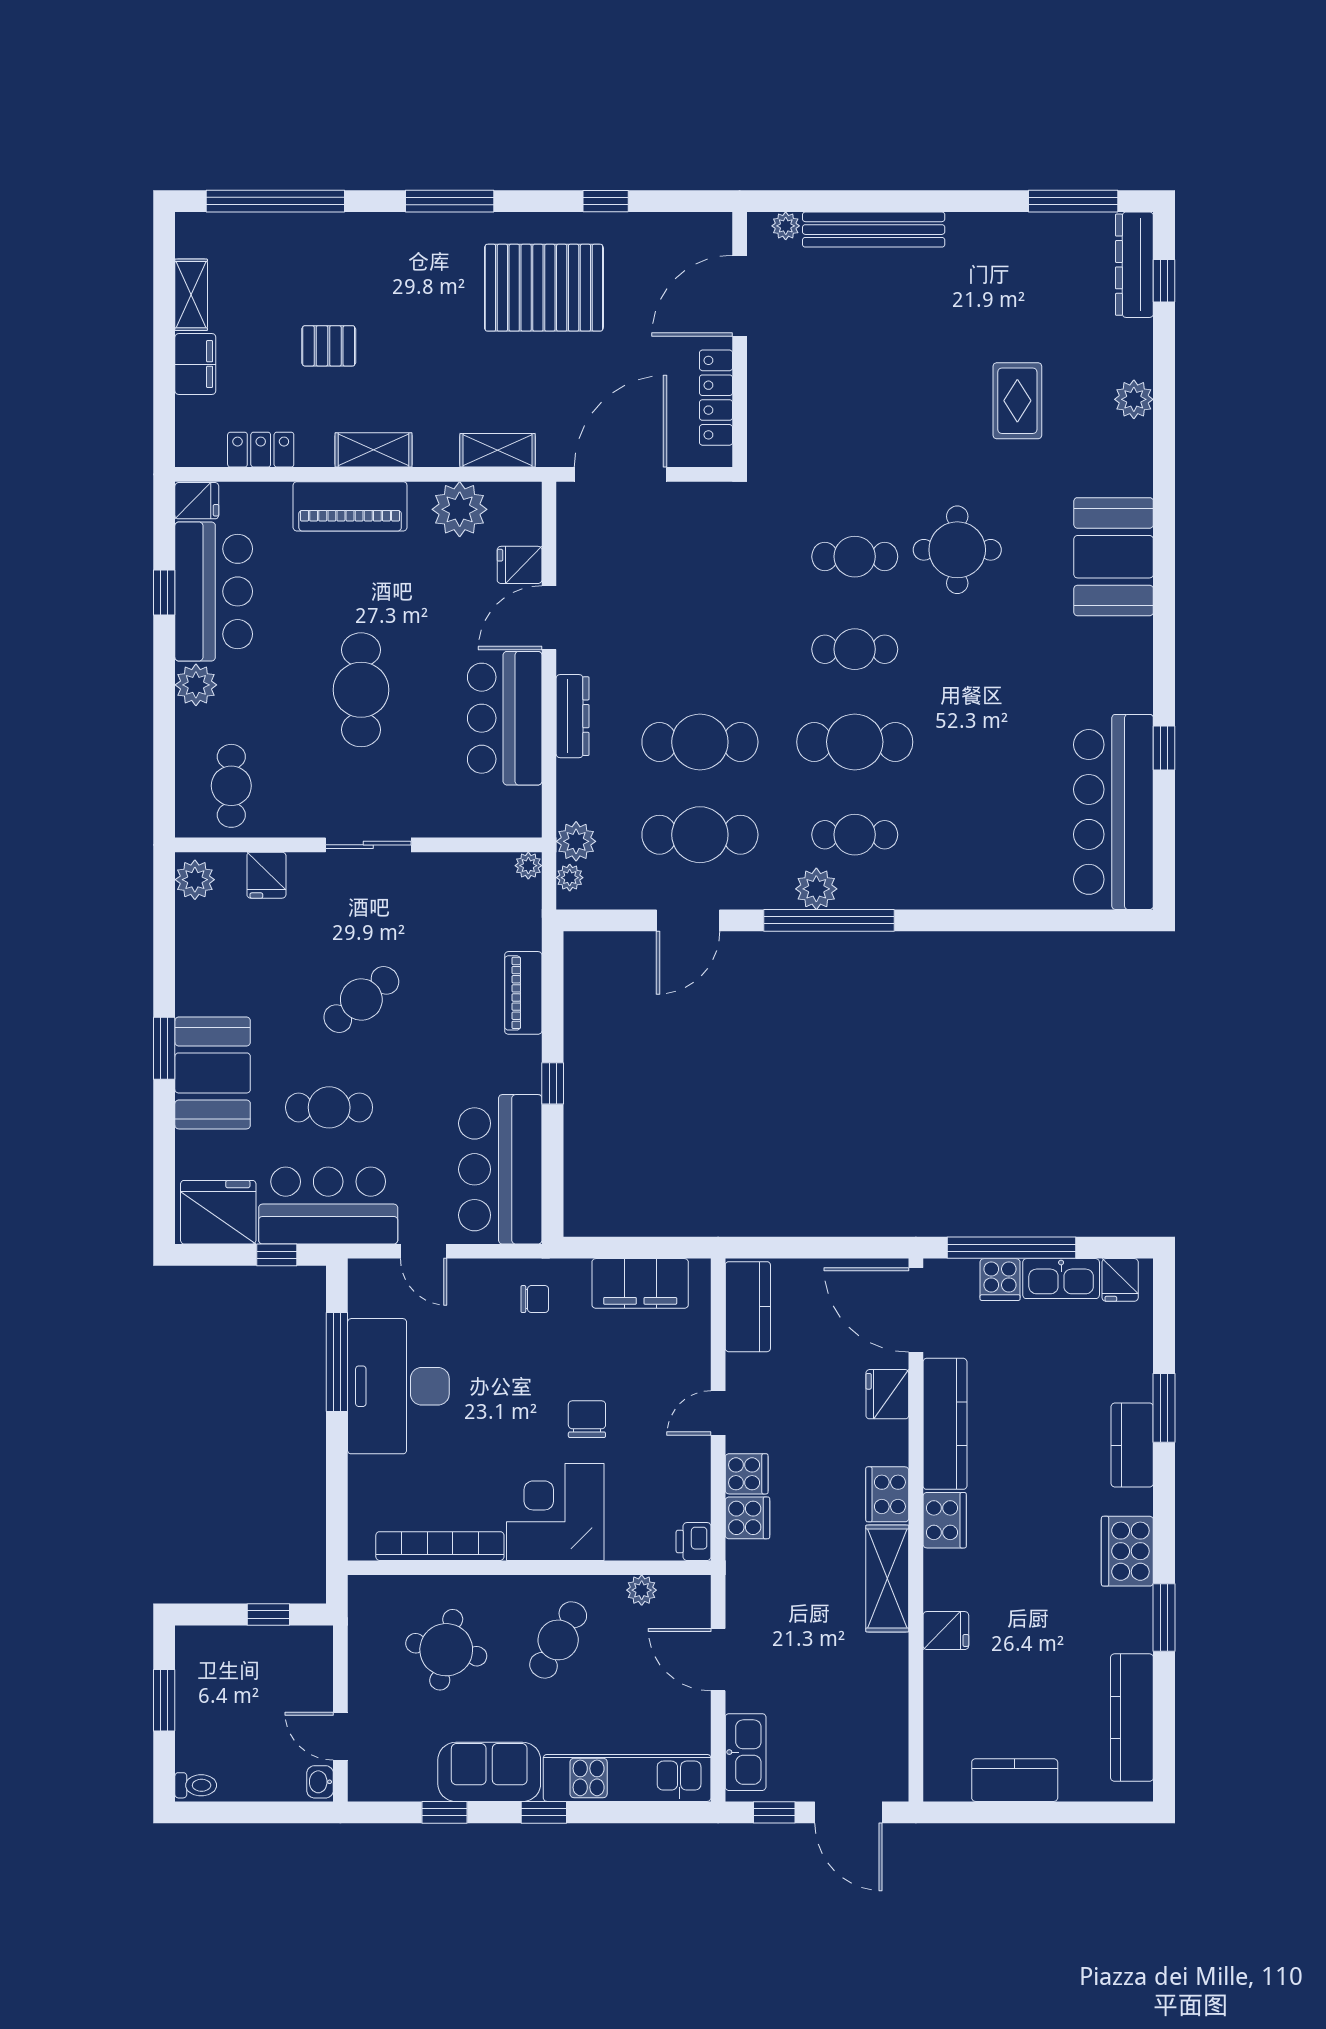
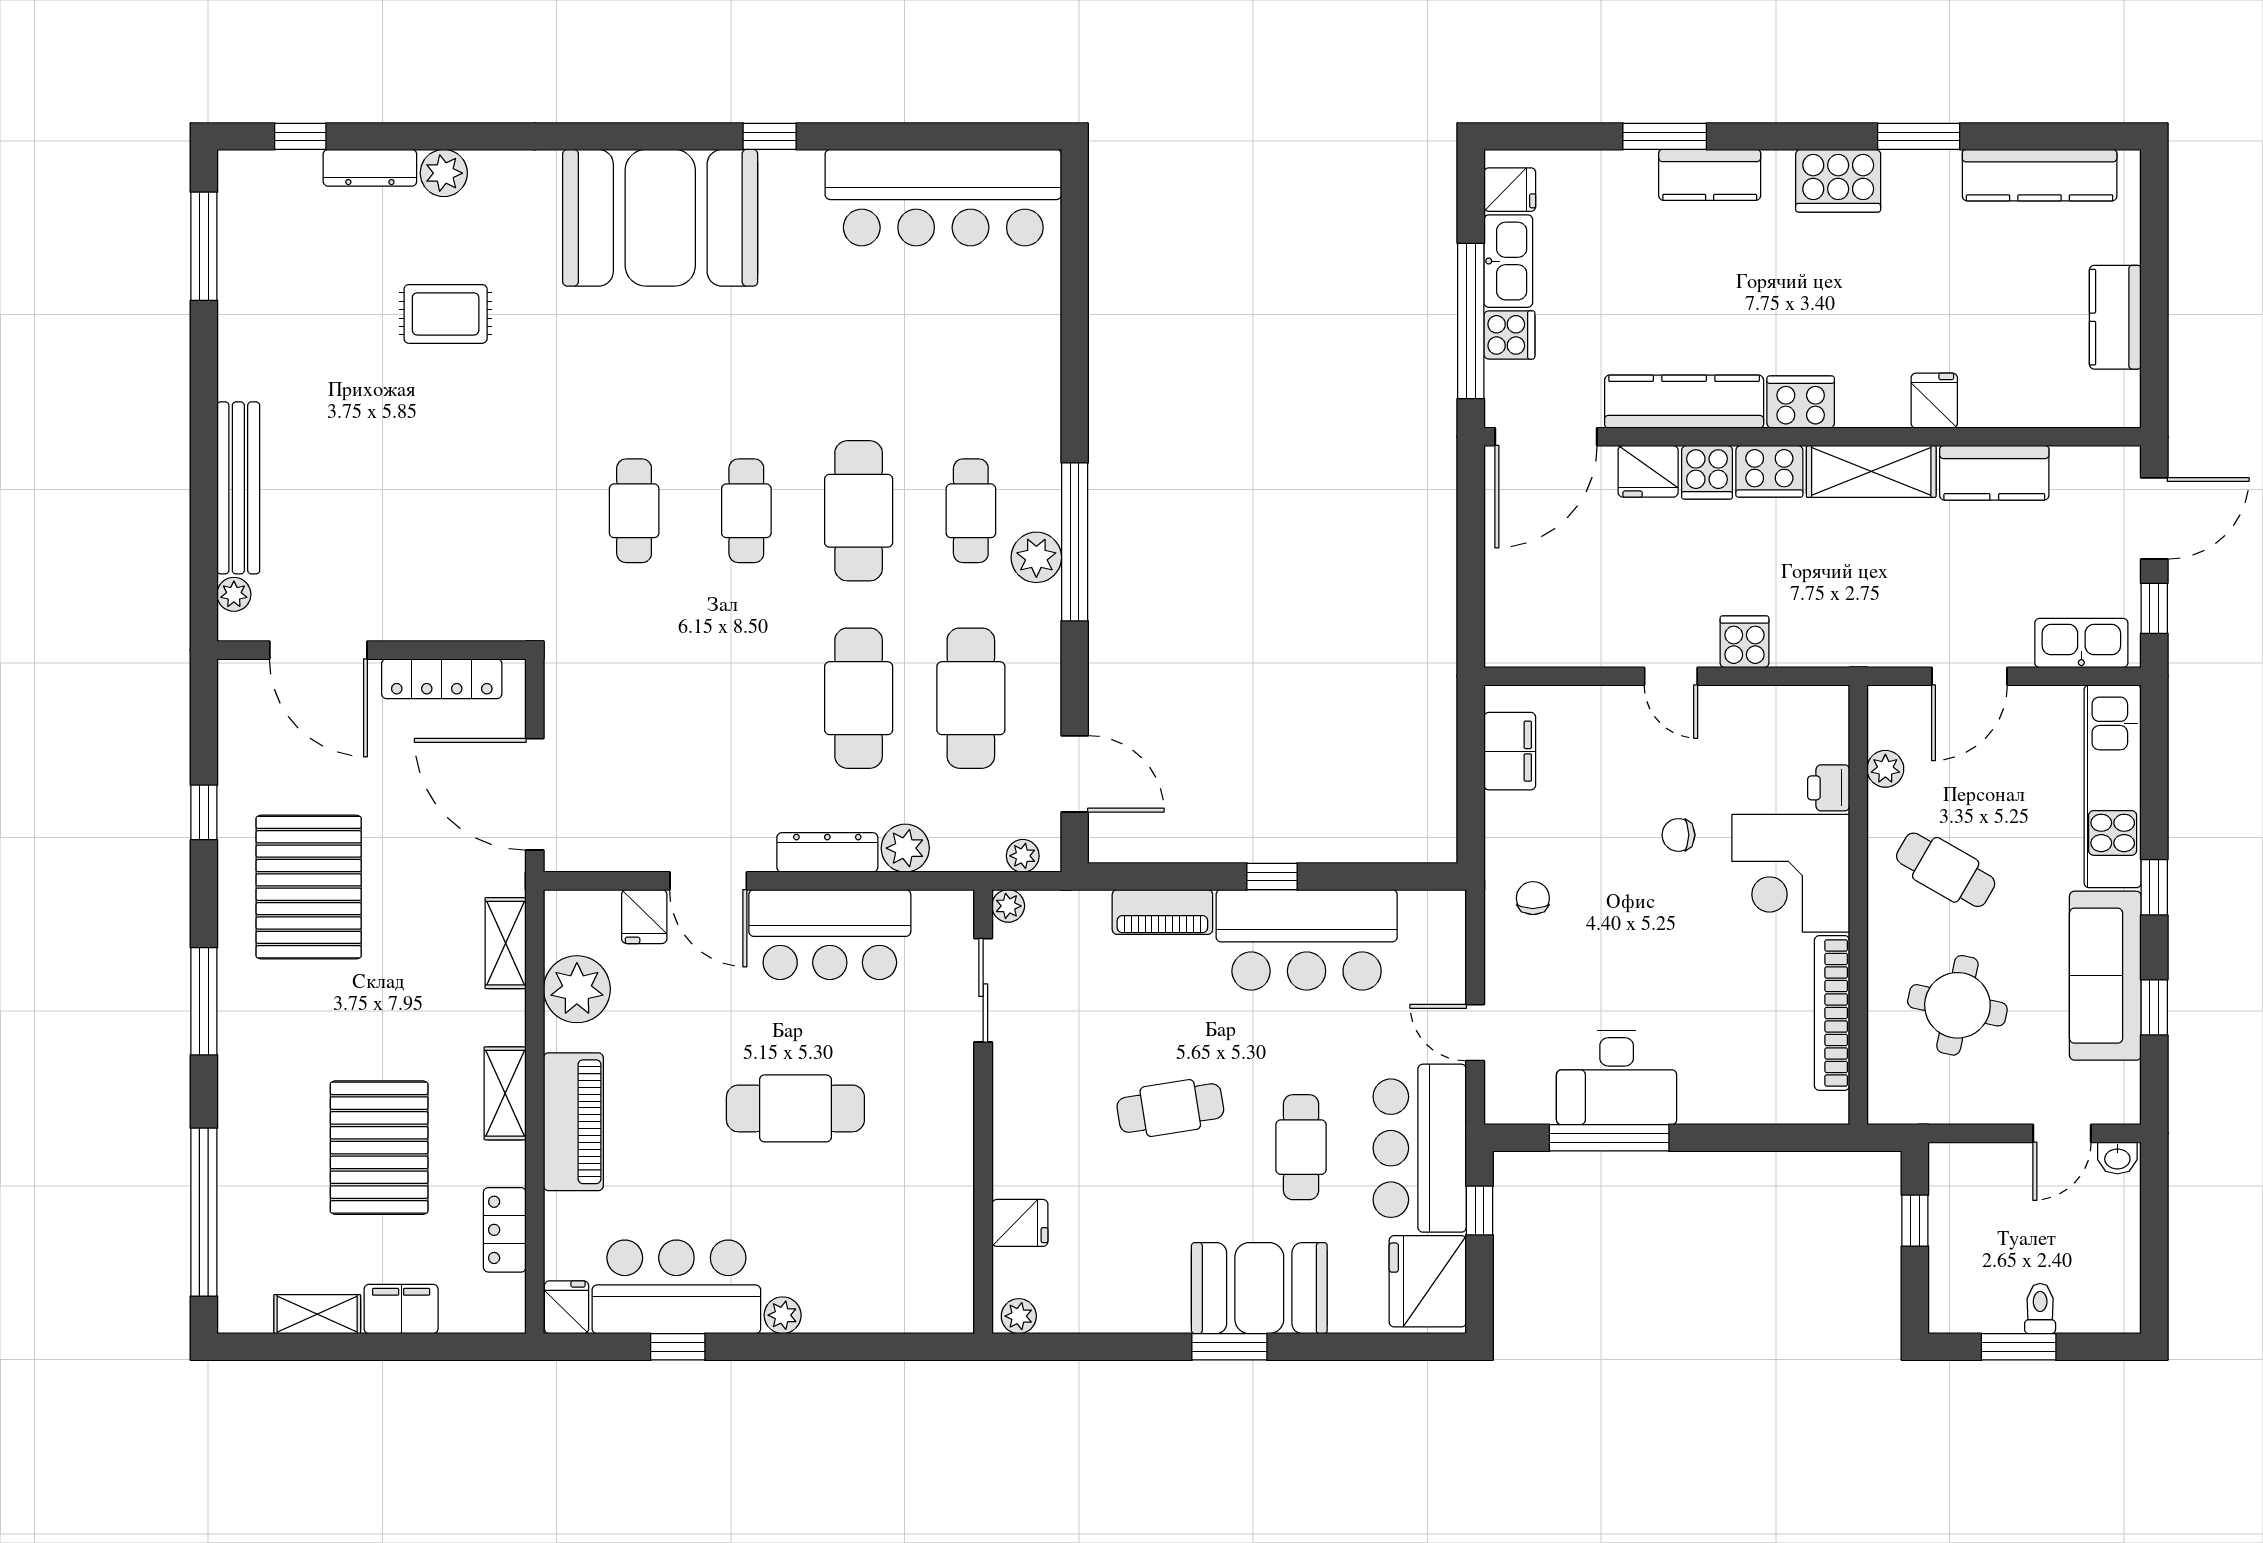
dresser: (1134, 265) -> (370, 168), moved, width x0.73, depth x0.80
pallet: (329, 346) -> (379, 1148), width x2.05, depth x2.00
round table: (957, 550) -> (626, 387), removed
booth: (1114, 557) -> (660, 218), width x1.36, depth x1.42
plant: (196, 685) -> (783, 1315), width x0.73, depth x0.73
window: (1164, 748) -> (770, 136), moved
cafe table: (231, 786) -> (912, 1266), removed
plant: (576, 841) -> (905, 848), moved
sliding door: (368, 845) -> (983, 990), moved
plant: (195, 880) -> (1019, 1316), width x0.73, depth x0.73
door: (688, 920) -> (1075, 774), moved
cafe table: (361, 999) -> (1170, 1108), turned -60
bar counter: (500, 1169) -> (1307, 940), moved
door: (424, 1251) -> (1475, 1033), swing flipped
filing cabinet: (640, 1283) -> (1510, 751), width x0.67, depth x0.86
kitchen counter: (748, 1307) -> (1994, 473), moved, turned 180
desk: (398, 1386) -> (1617, 1077), width x0.73, depth x0.77
chair: (587, 1419) -> (1678, 835), width x0.73, depth x0.73
cooker: (747, 1518) -> (1707, 472), moved, turned 180
printer: (694, 1542) -> (1829, 788), moved, turned 90
sofa: (489, 1772) -> (2105, 976), width x1.36
toilet: (196, 1785) -> (2040, 1309), moved

